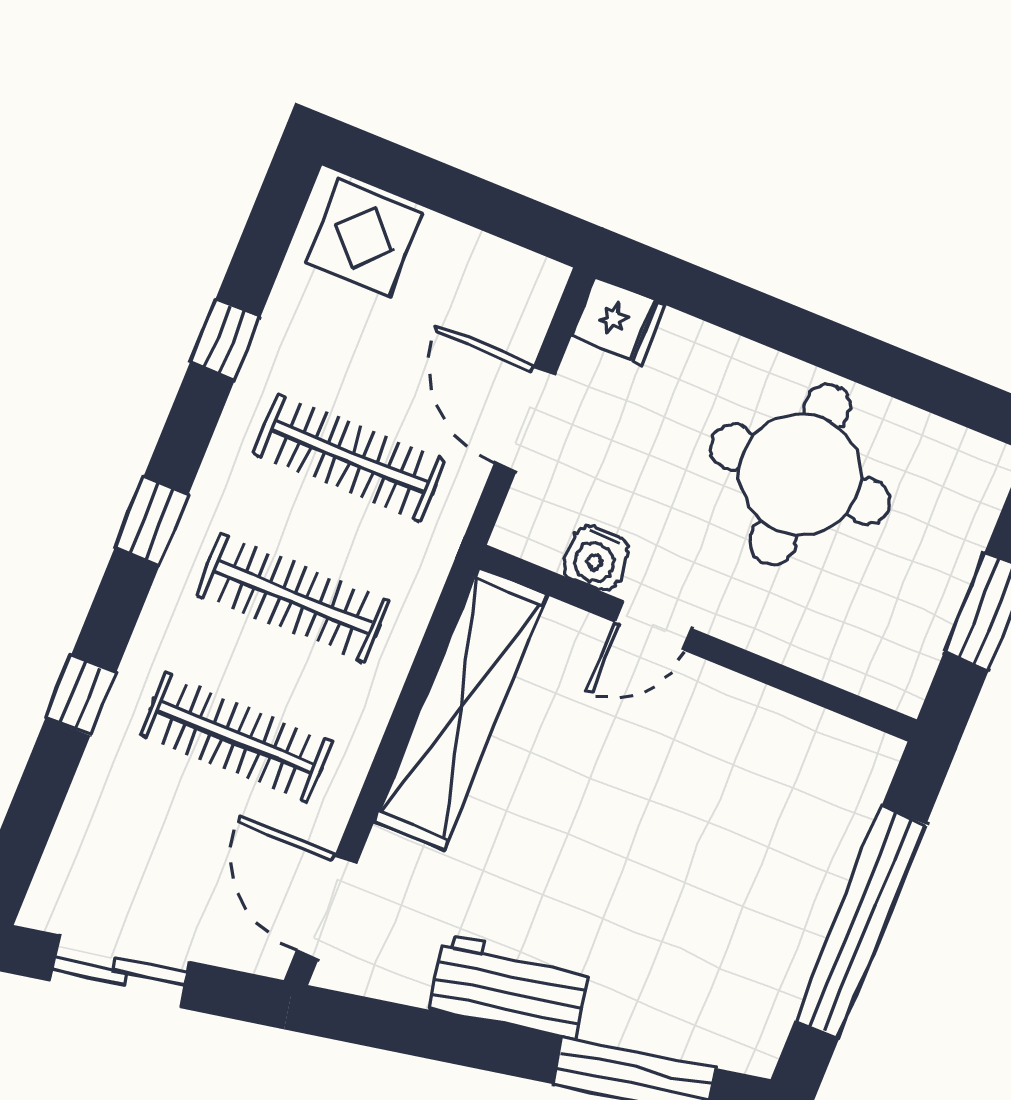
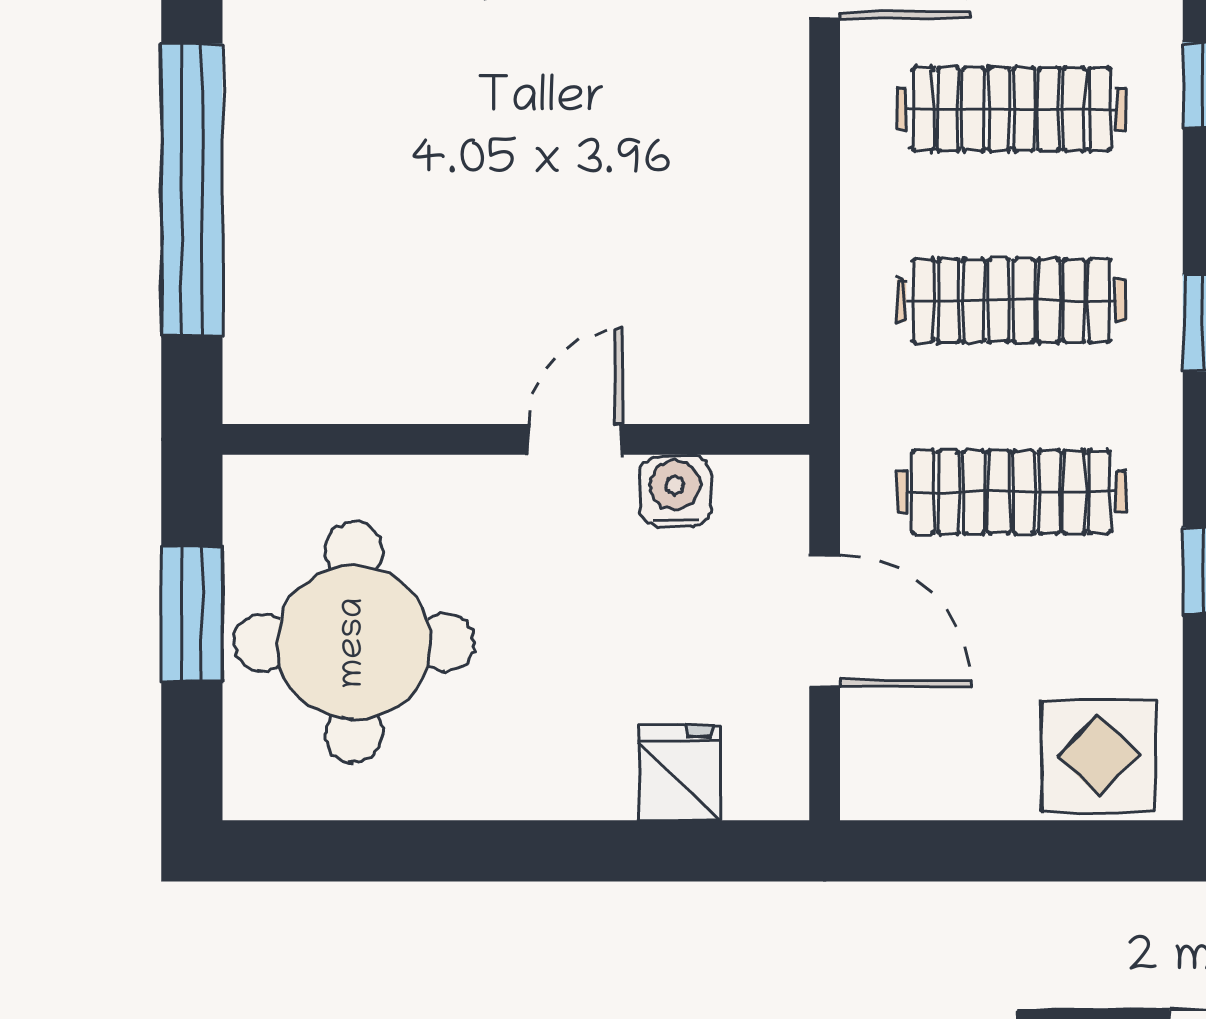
fridge: (619, 321) -> (679, 772), moved, turned 90
round table: (800, 474) -> (354, 643), moved
shelving: (461, 708) -> (762, 251), removed

